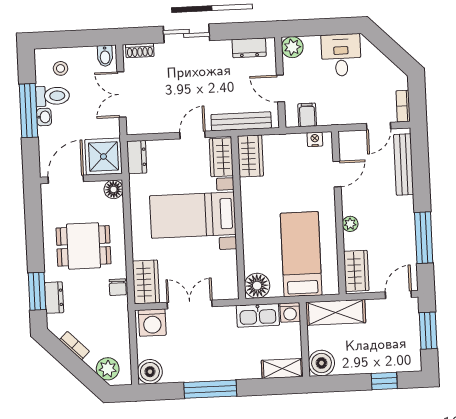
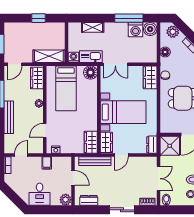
filing cabinet: (307, 115) -> (47, 163), moved
bench: (404, 165) -> (9, 117), moved
floor lamp: (114, 189) -> (165, 52), moved
double door: (190, 304) -> (115, 64), moved
washing machine: (152, 323) -> (136, 30), moved, turned 180
boiler: (322, 363) -> (58, 29), removed
shelving: (282, 369) -> (93, 27), moved
window: (384, 381) -> (38, 18), moved
window: (210, 389) -> (129, 18), moved

